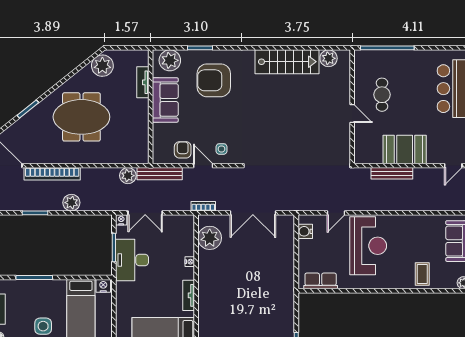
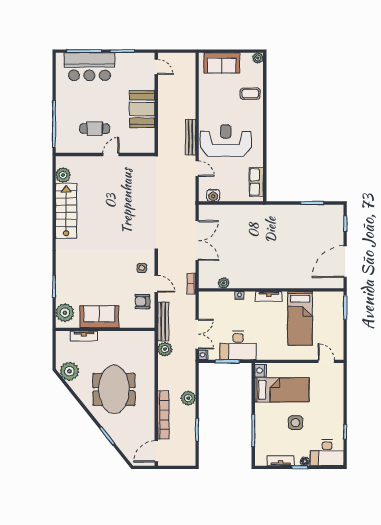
armchair: (214, 80) -> (82, 275), removed
door: (203, 166) -> (156, 284), swing flipped
bench: (392, 173) -> (191, 137), moved
plant: (210, 238) -> (224, 283), width x0.53, depth x0.53

